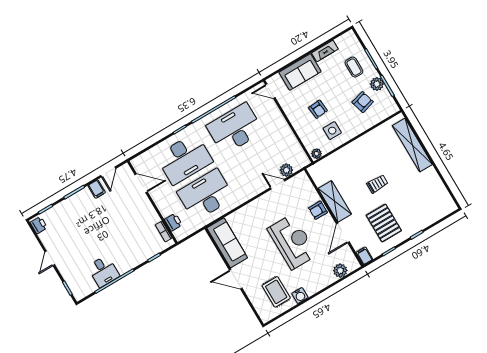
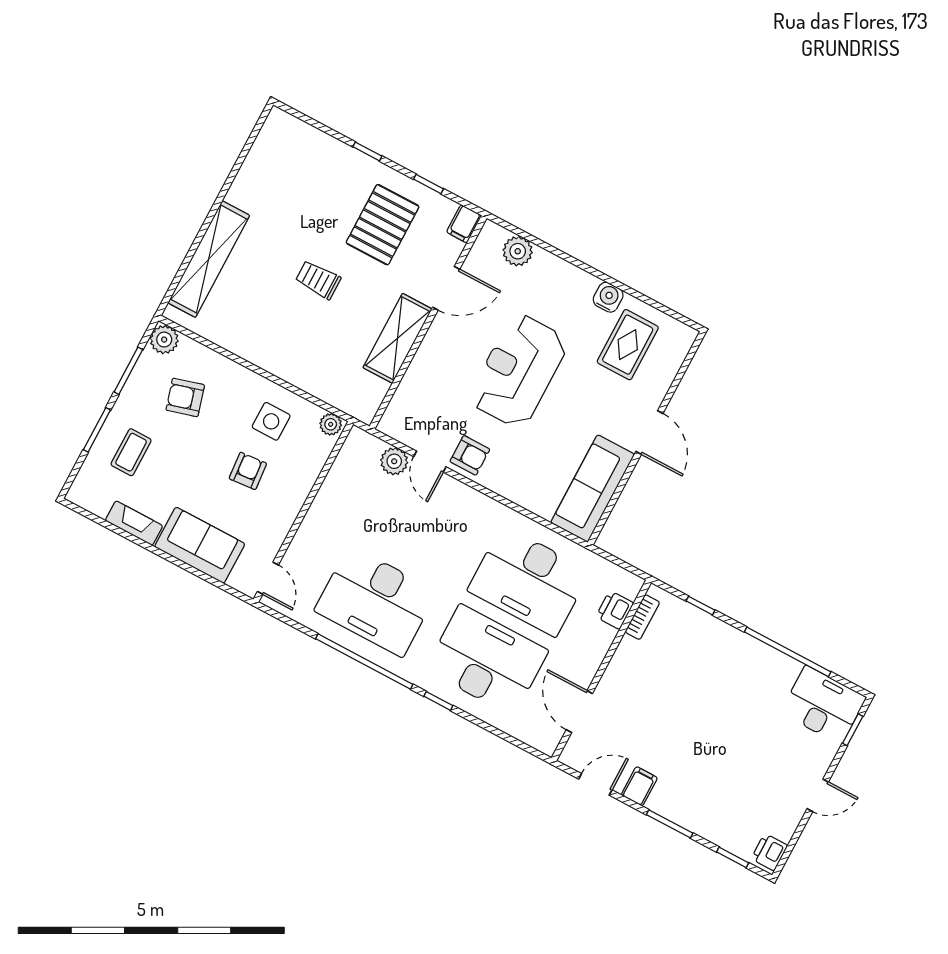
plant: (377, 84) -> (164, 340), moved
armchair: (318, 210) -> (470, 455), moved
desk: (103, 271) -> (823, 705), moved, width x1.37

